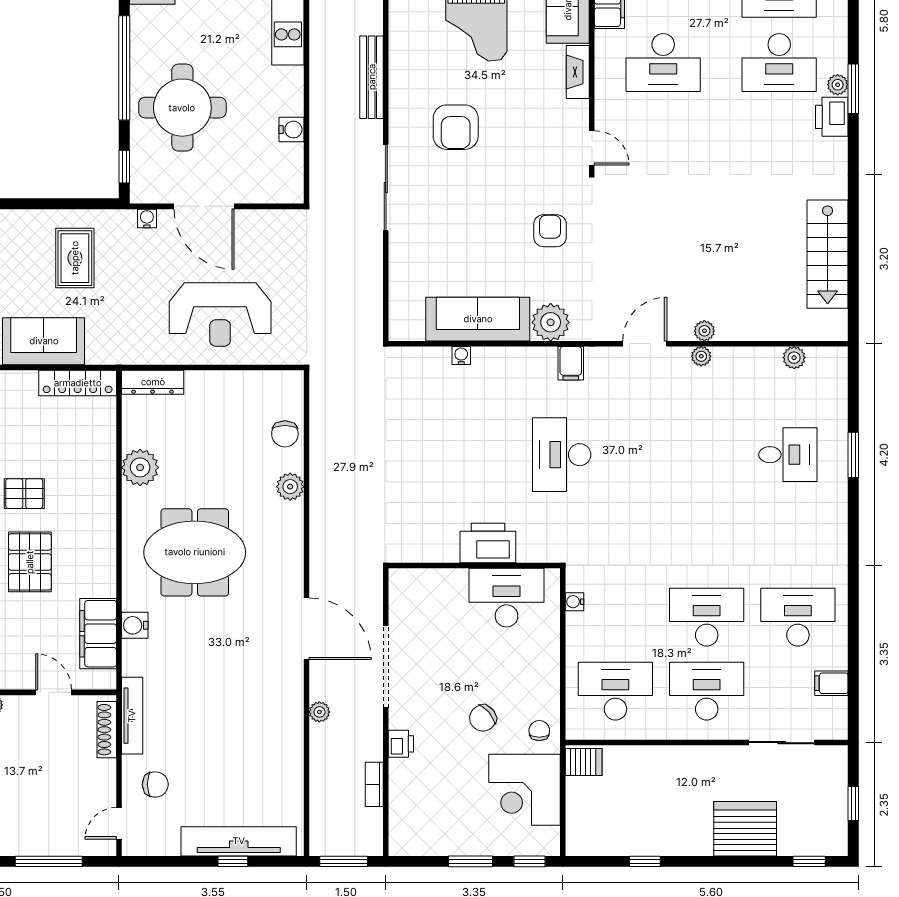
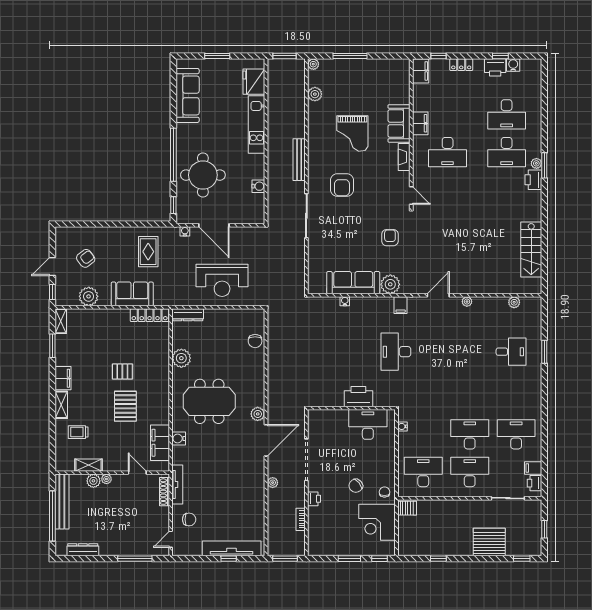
plant: (704, 331) -> (469, 289), removed
plant: (290, 487) -> (258, 414), moved
door: (307, 629) -> (266, 440), hinge flipped
printer: (834, 713) -> (535, 483), added

